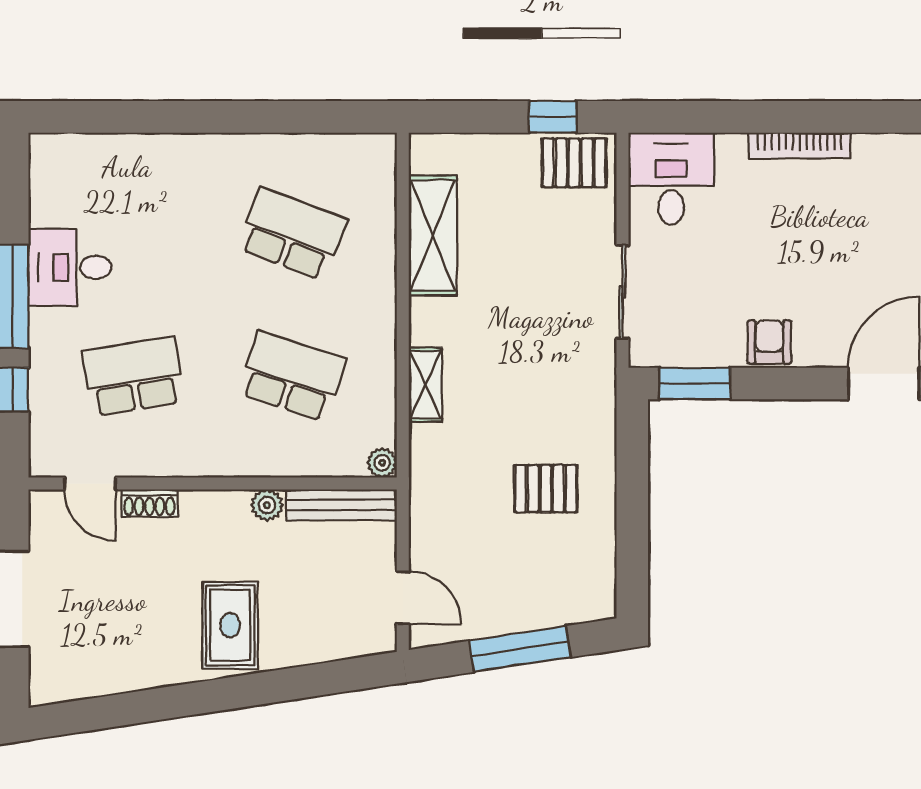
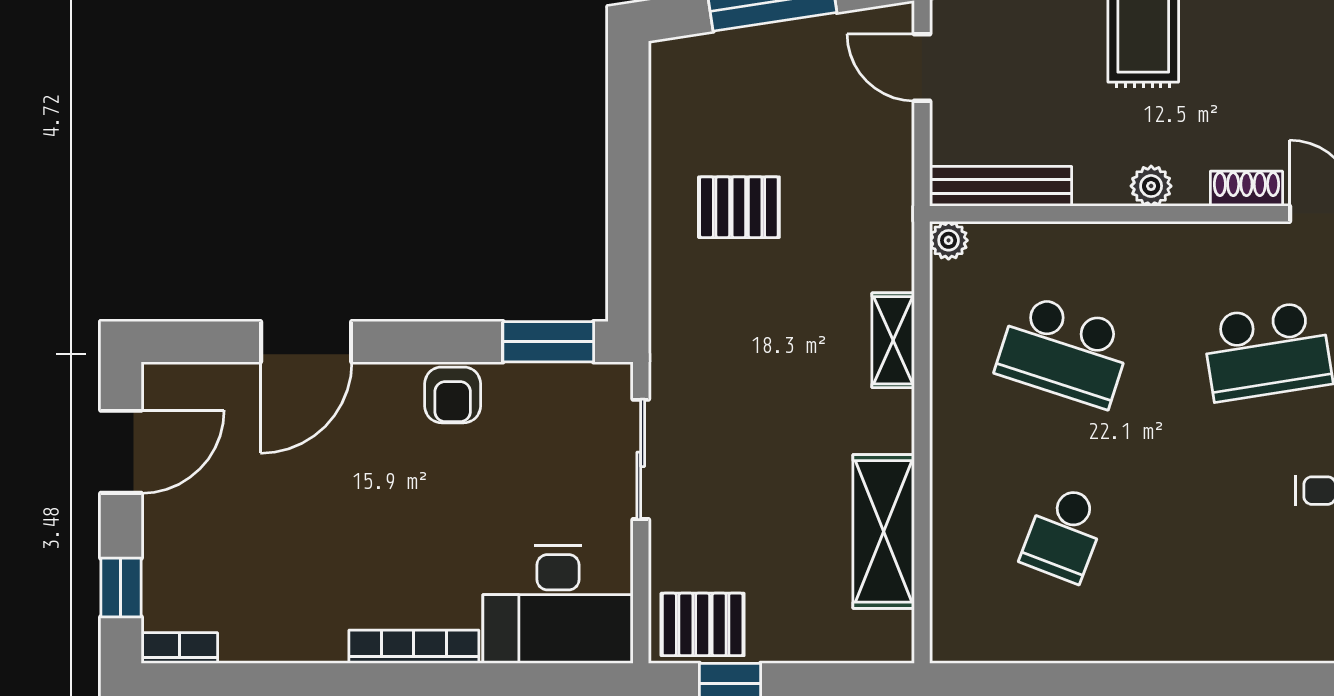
desk: (671, 179) -> (558, 604), width x1.37
school desk: (292, 234) -> (1064, 533), width x0.54
plant: (267, 505) -> (1151, 186), moved

